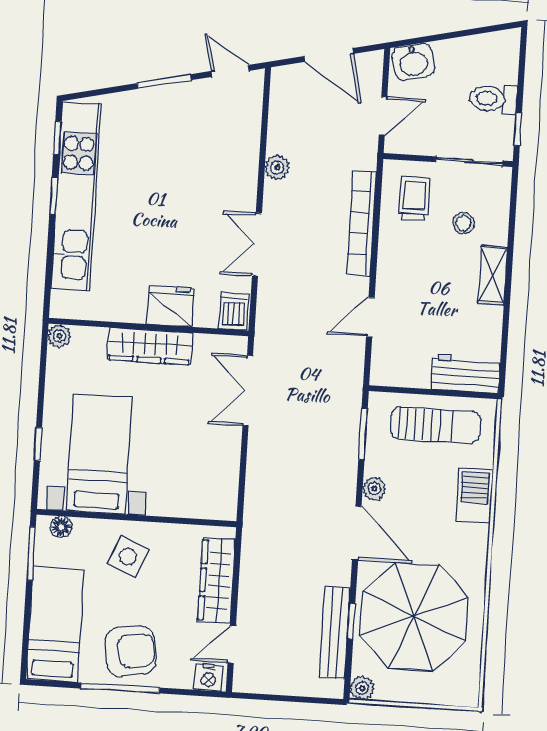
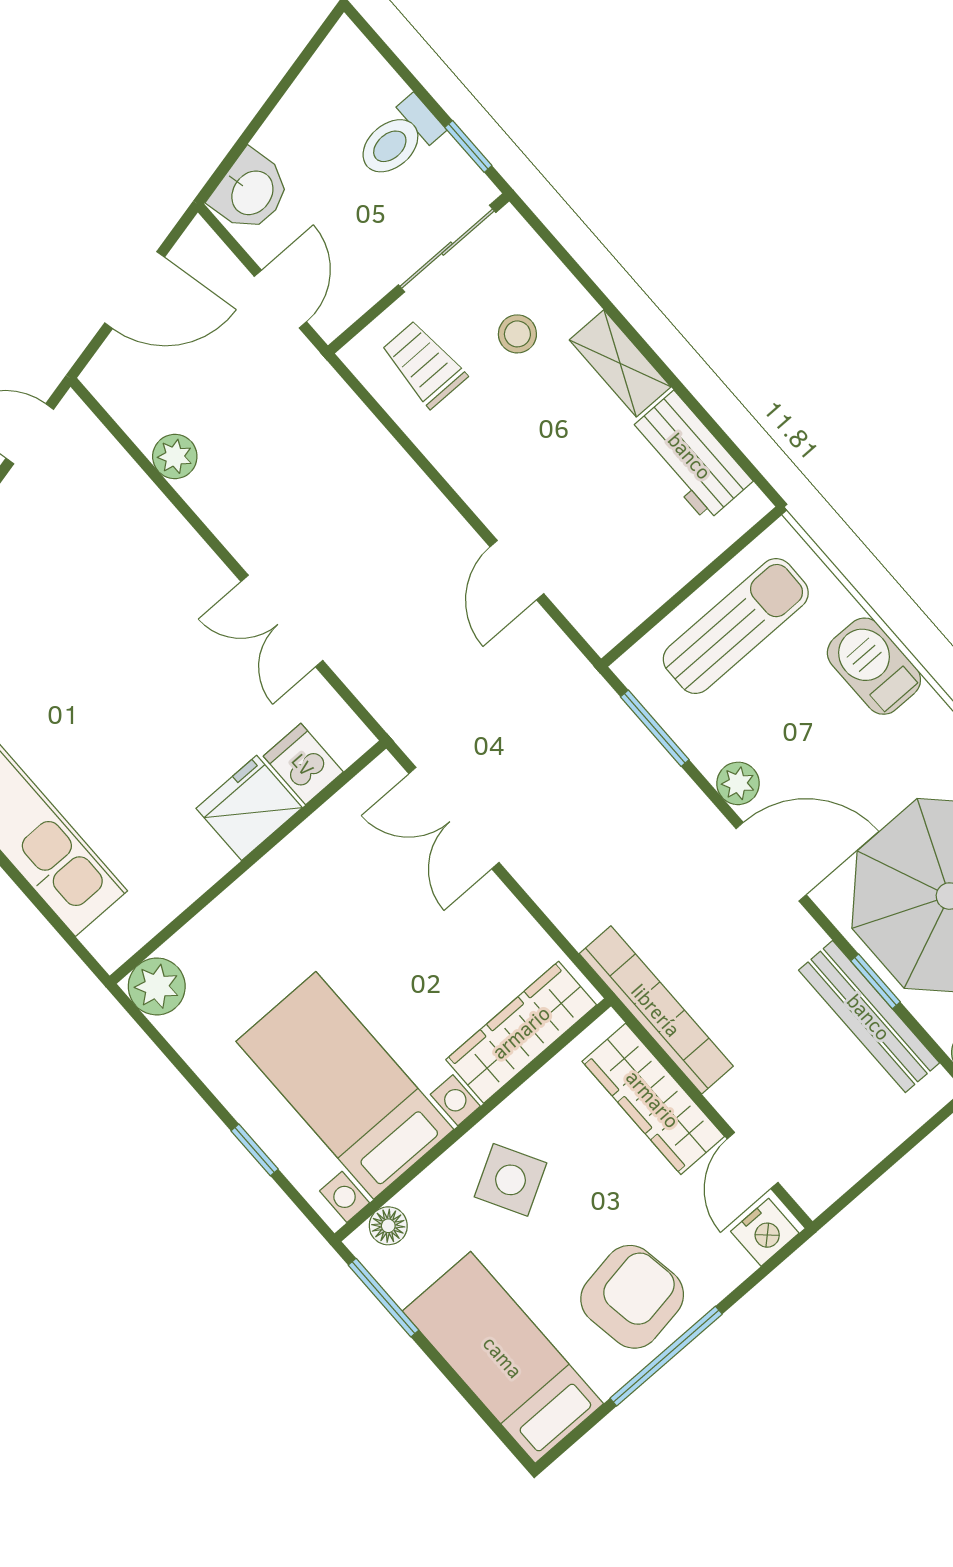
plant: (277, 167) -> (175, 457), moved
bookcase: (361, 223) -> (656, 1010), moved, turned 180
dishwasher: (234, 311) -> (303, 764), moved
plant: (59, 336) -> (157, 986), width x1.38, depth x1.38
wardrobe: (150, 346) -> (521, 1032), moved, turned 180
workbench: (466, 374) -> (690, 456), moved, turned -90
side table: (128, 557) -> (510, 1180), turned 38

